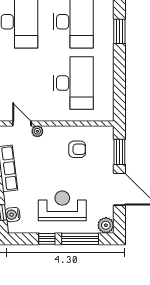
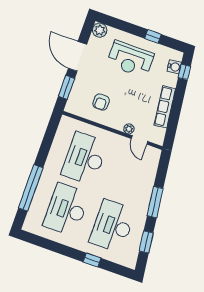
window: (119, 31) -> (31, 188), width x2.11
armchair: (77, 149) -> (101, 102), turned -90
window: (80, 239) -> (125, 26), removed

